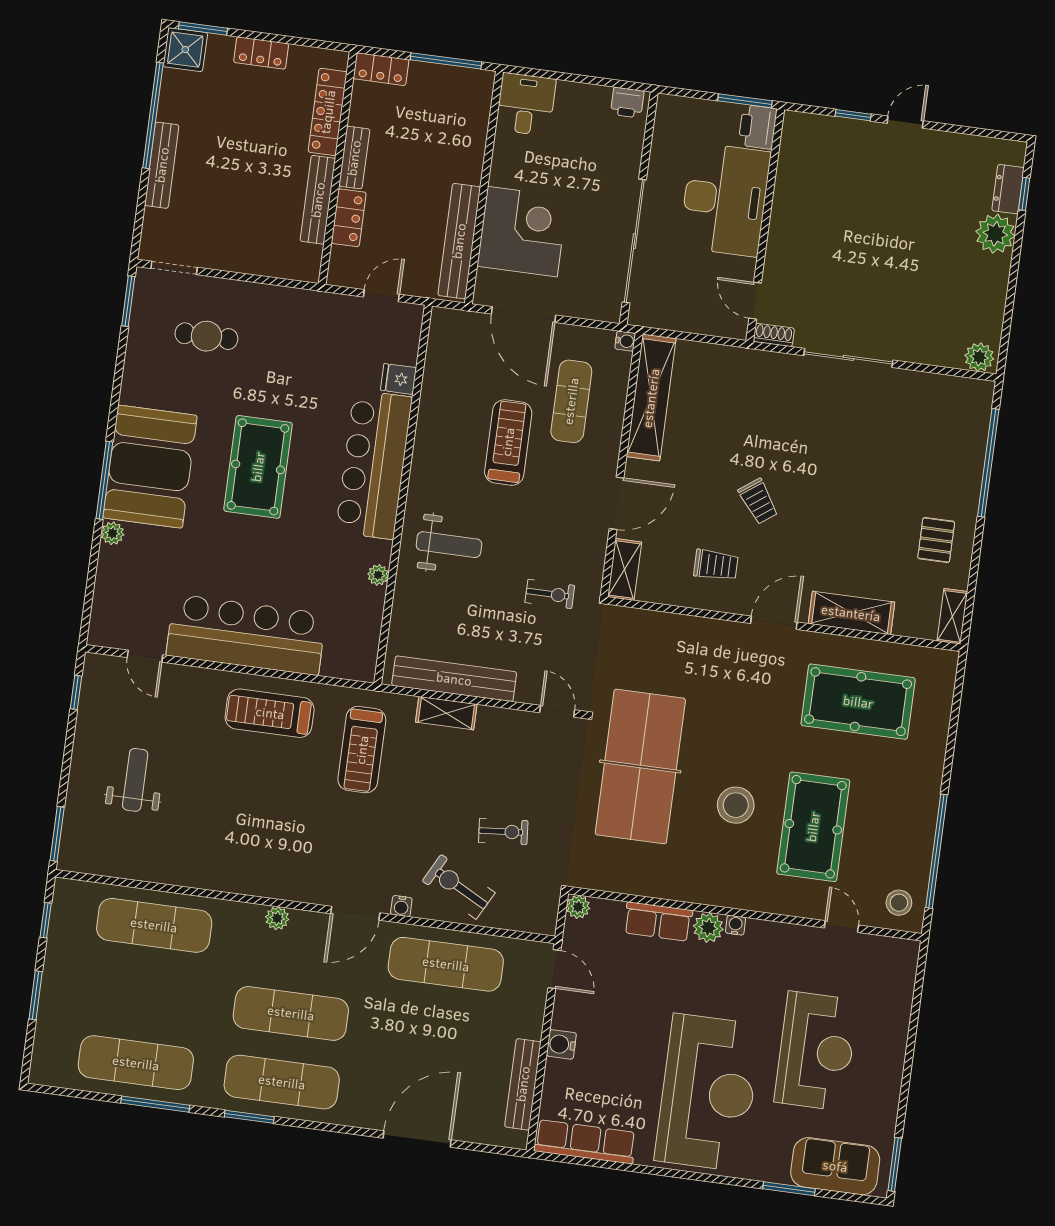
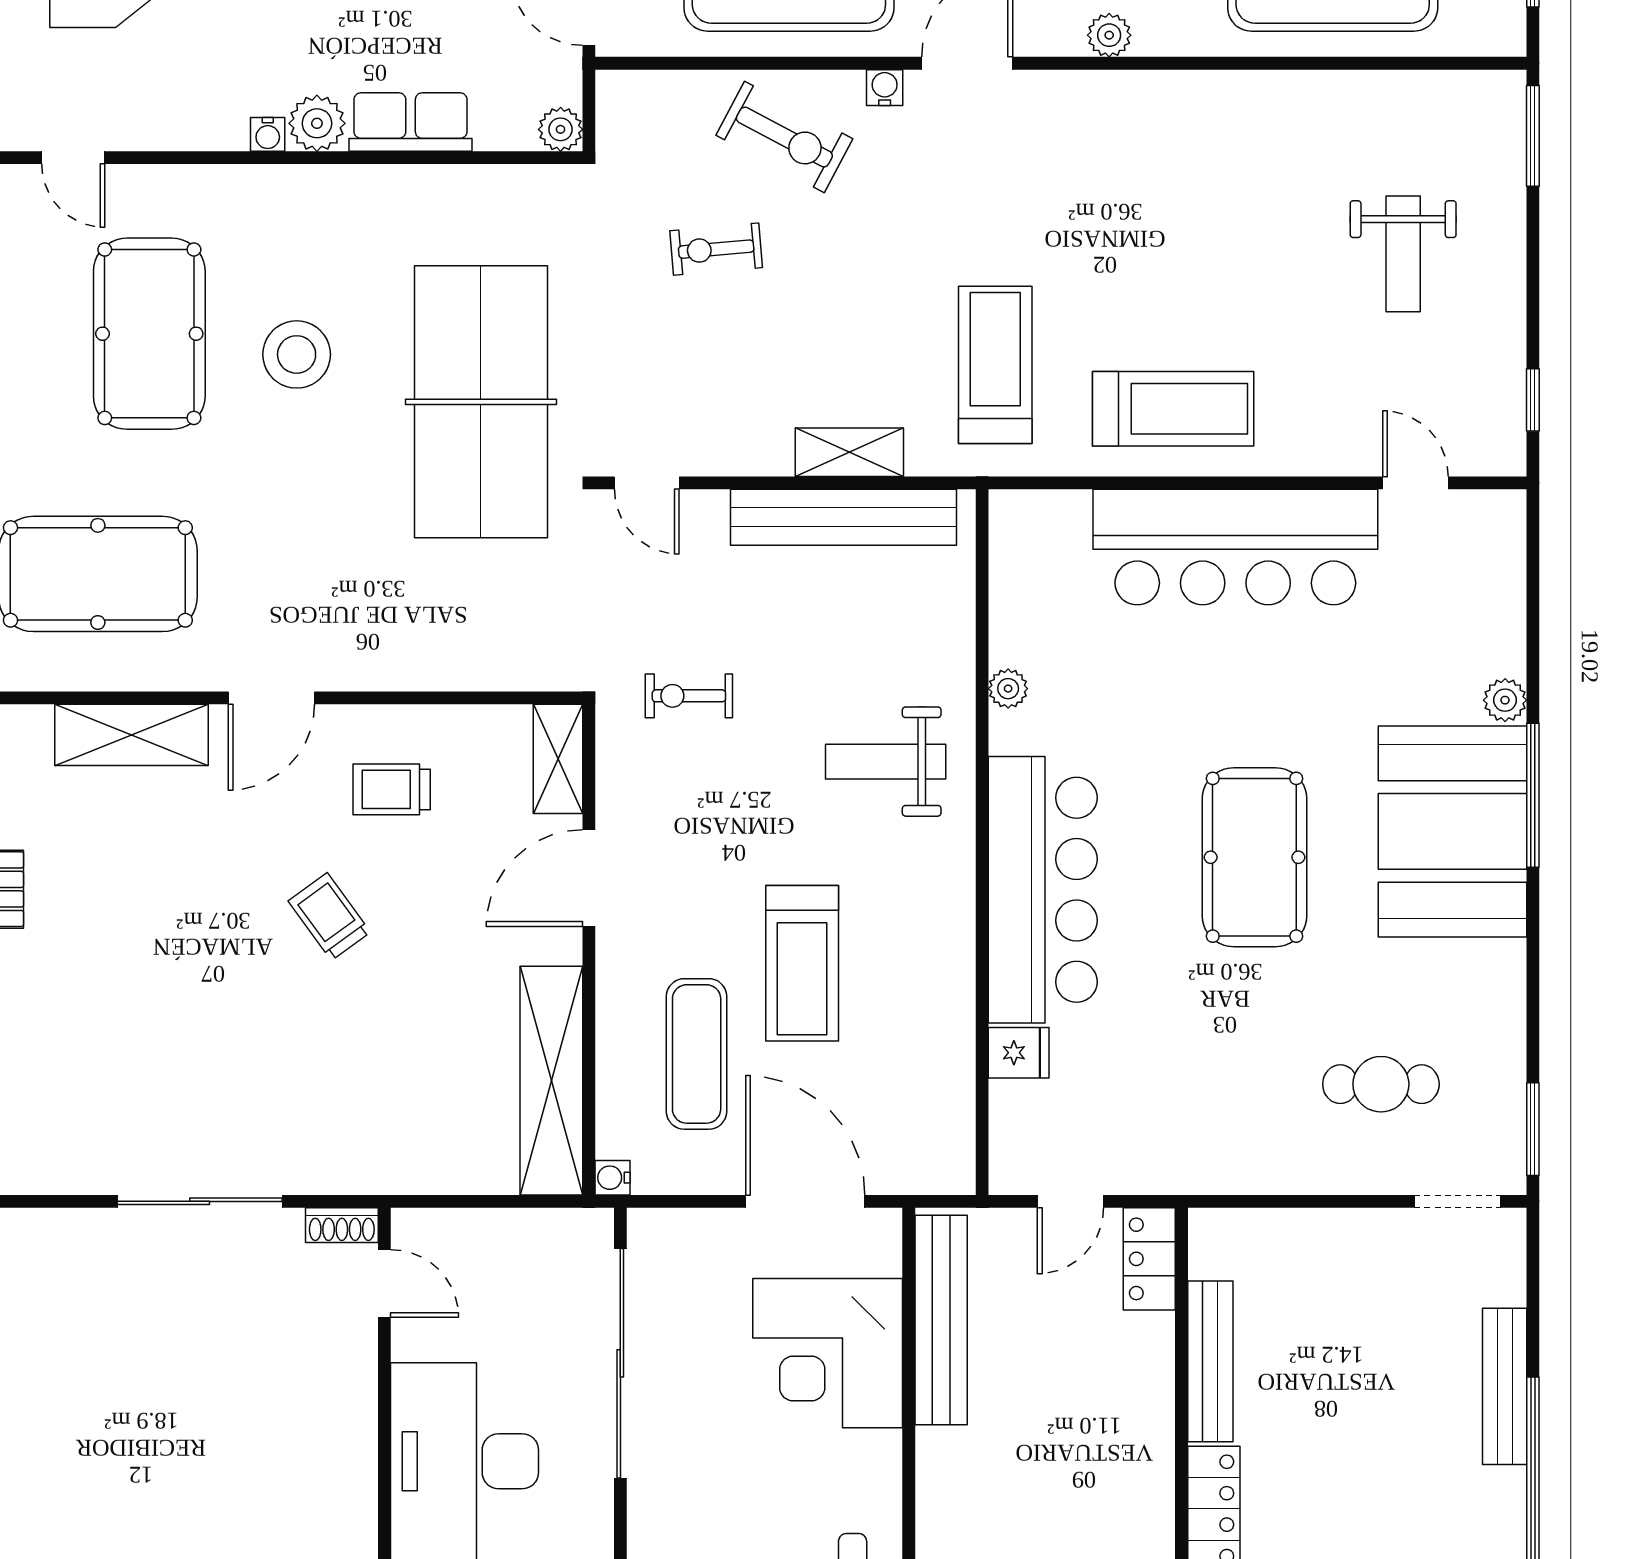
bench: (354, 158) -> (1154, 1448), removed
locker: (349, 218) -> (1149, 1259), moved

